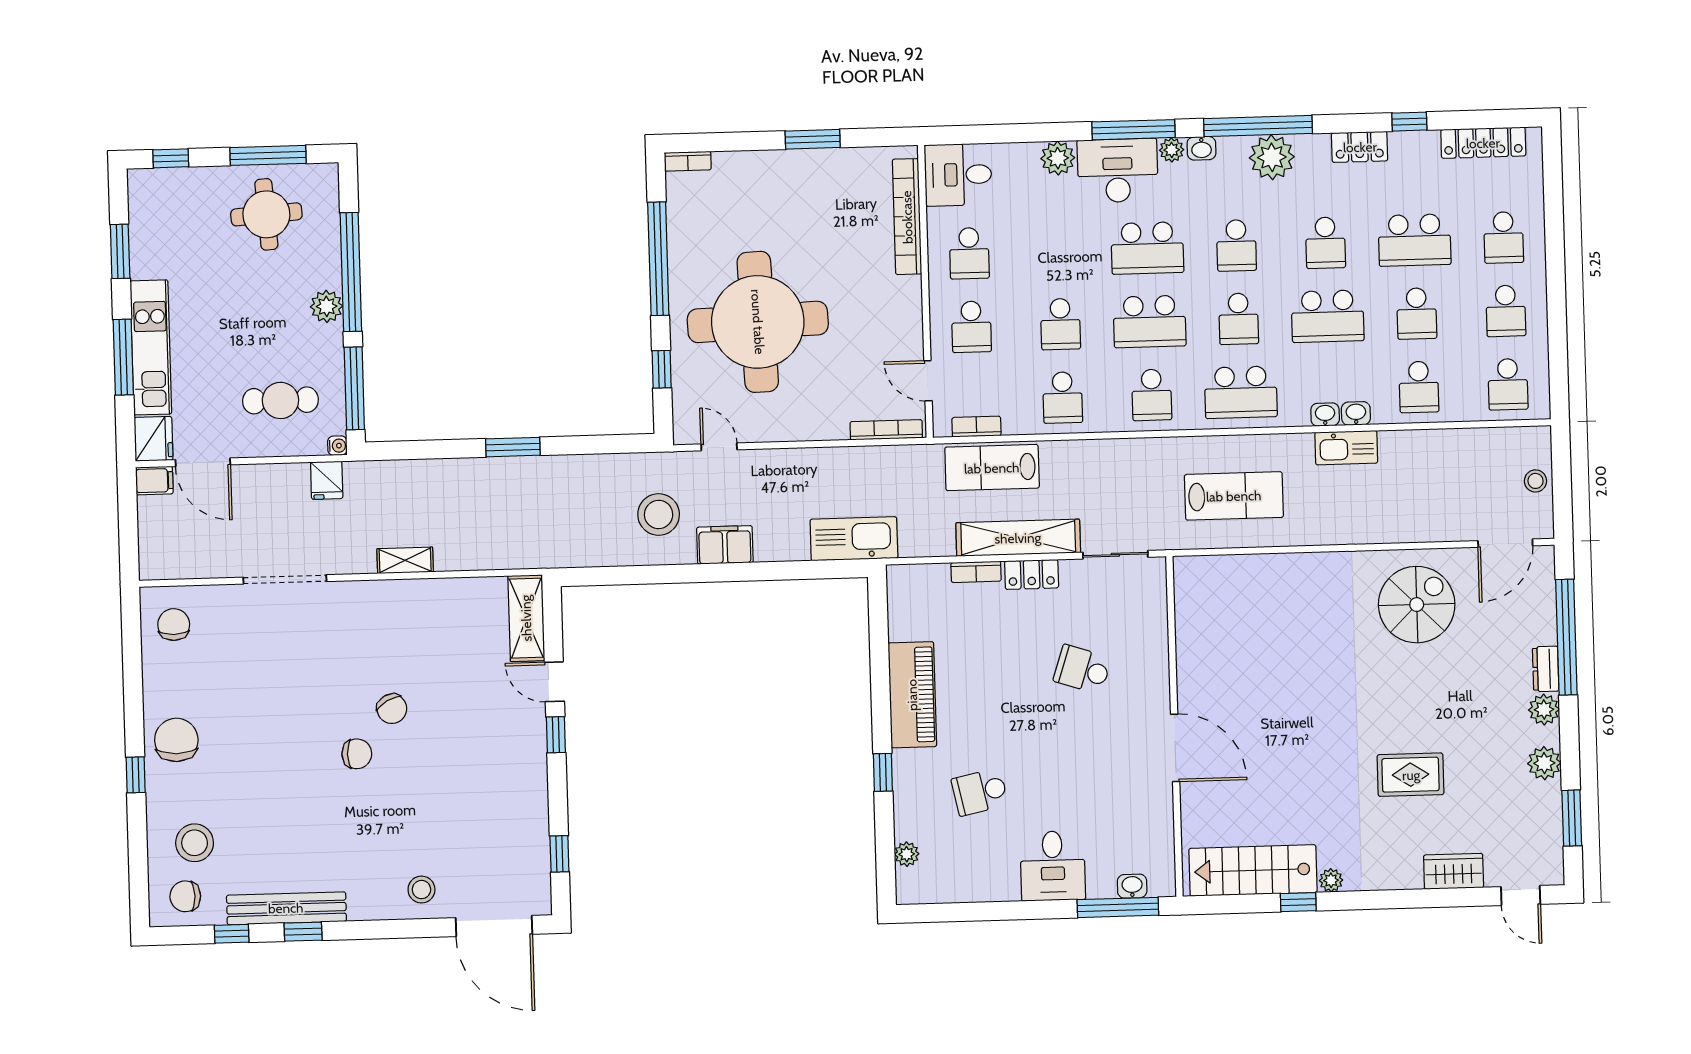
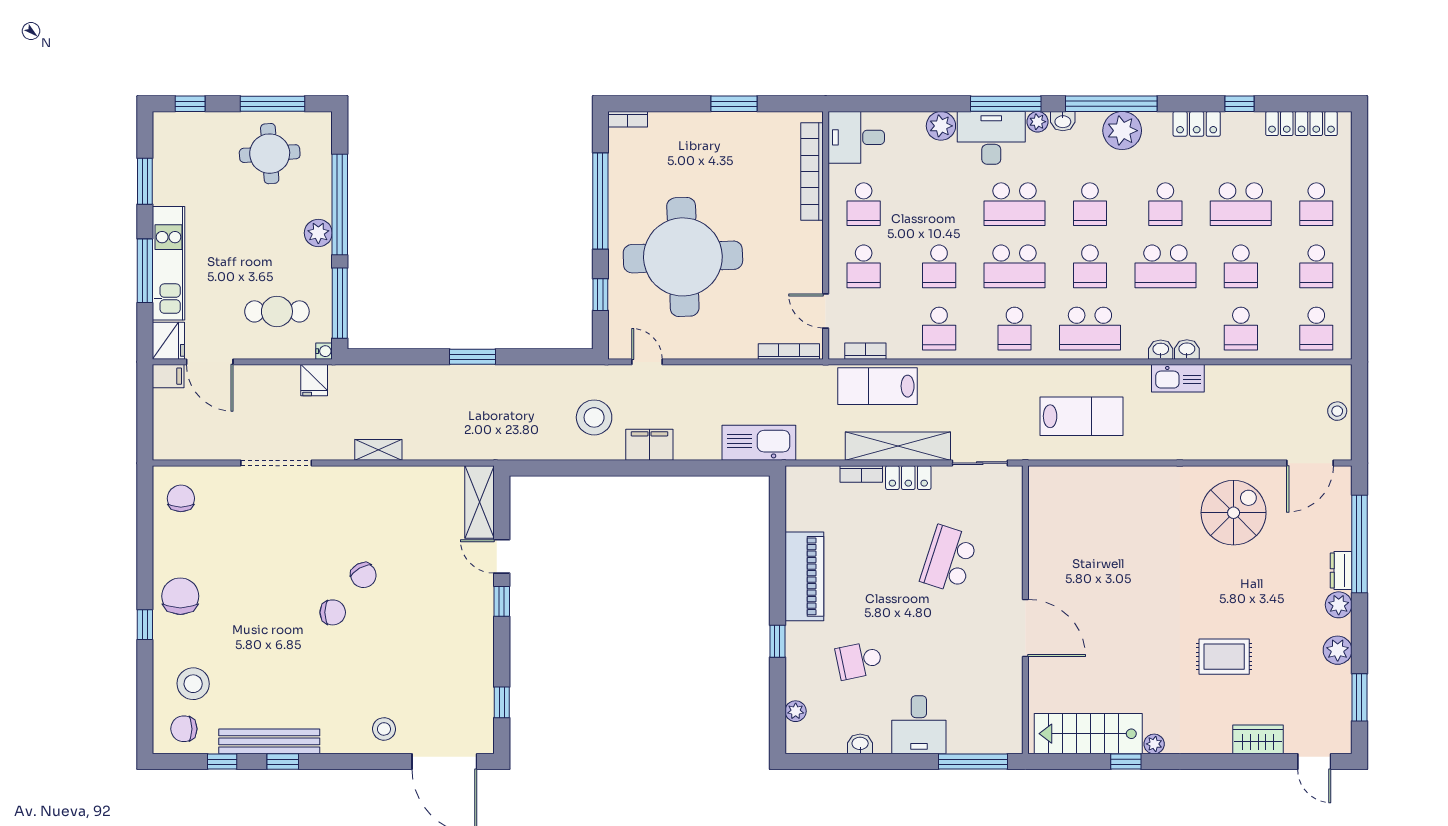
school desk: (1082, 669) -> (949, 559), width x1.85
washbasin: (1132, 886) -> (860, 744), moved

